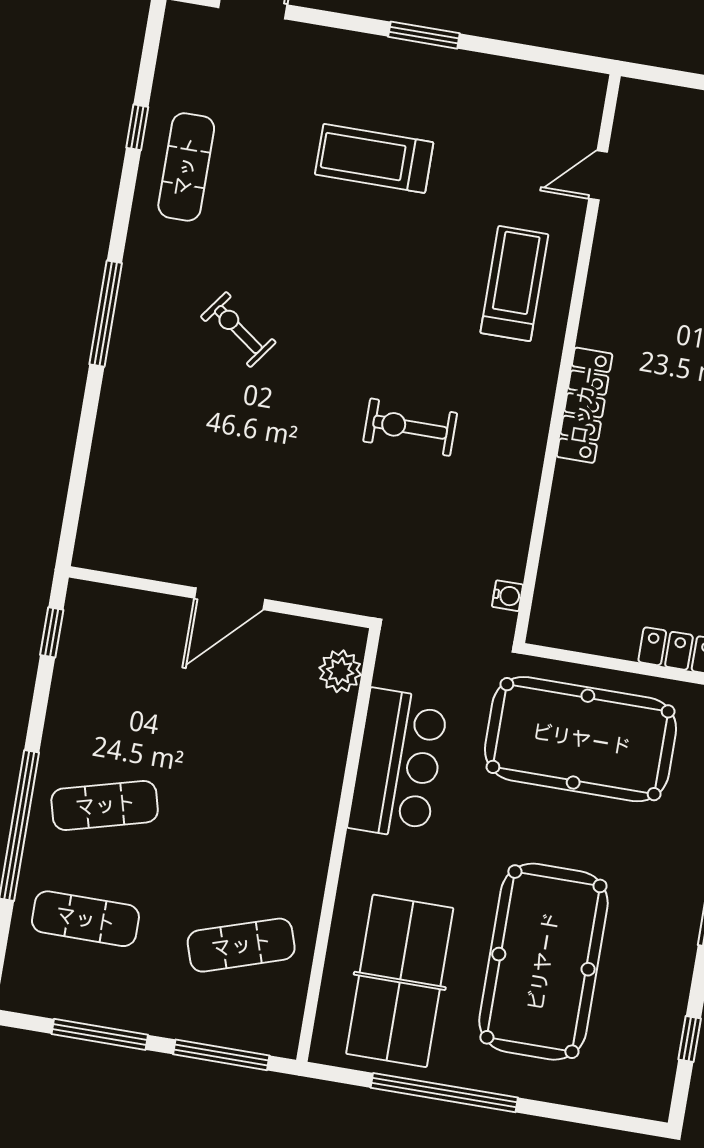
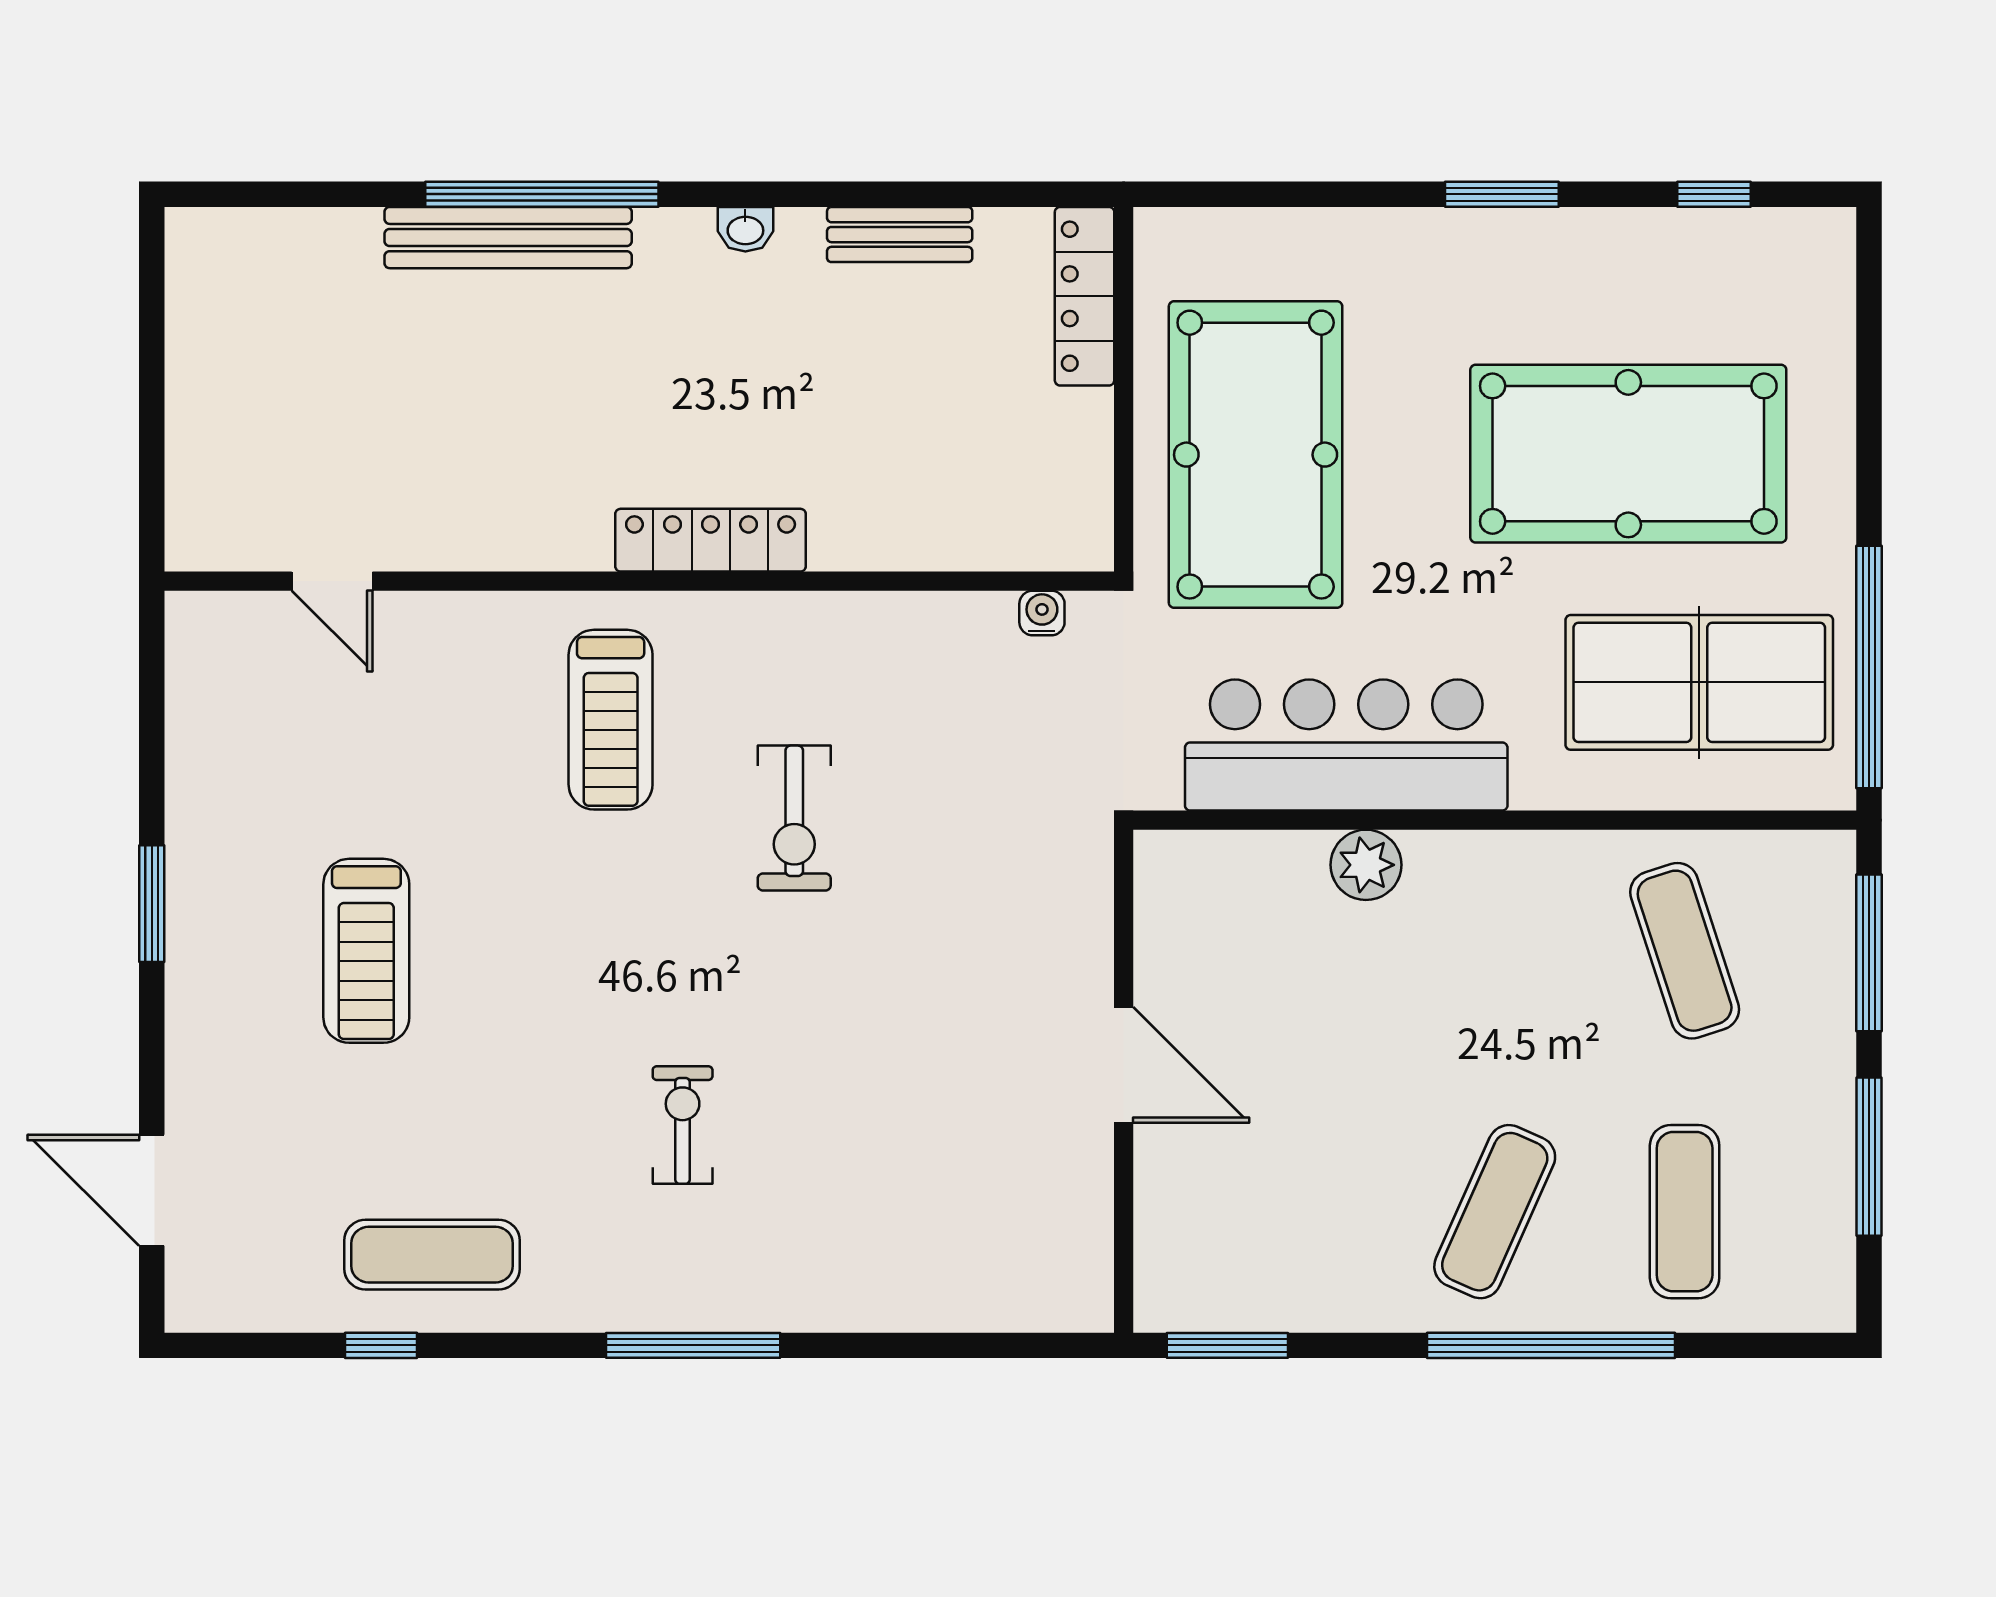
treadmill: (514, 284) -> (611, 720), moved, turned -90
exercise bike: (238, 330) -> (683, 1125), turned 144
window: (52, 632) -> (1227, 1345), width x1.50
plant: (340, 671) -> (1366, 865), moved
bar counter: (398, 764) -> (1346, 745), width x1.36
exercise mat: (105, 805) -> (1495, 1212), turned 39
window: (444, 1093) -> (1869, 667), moved

